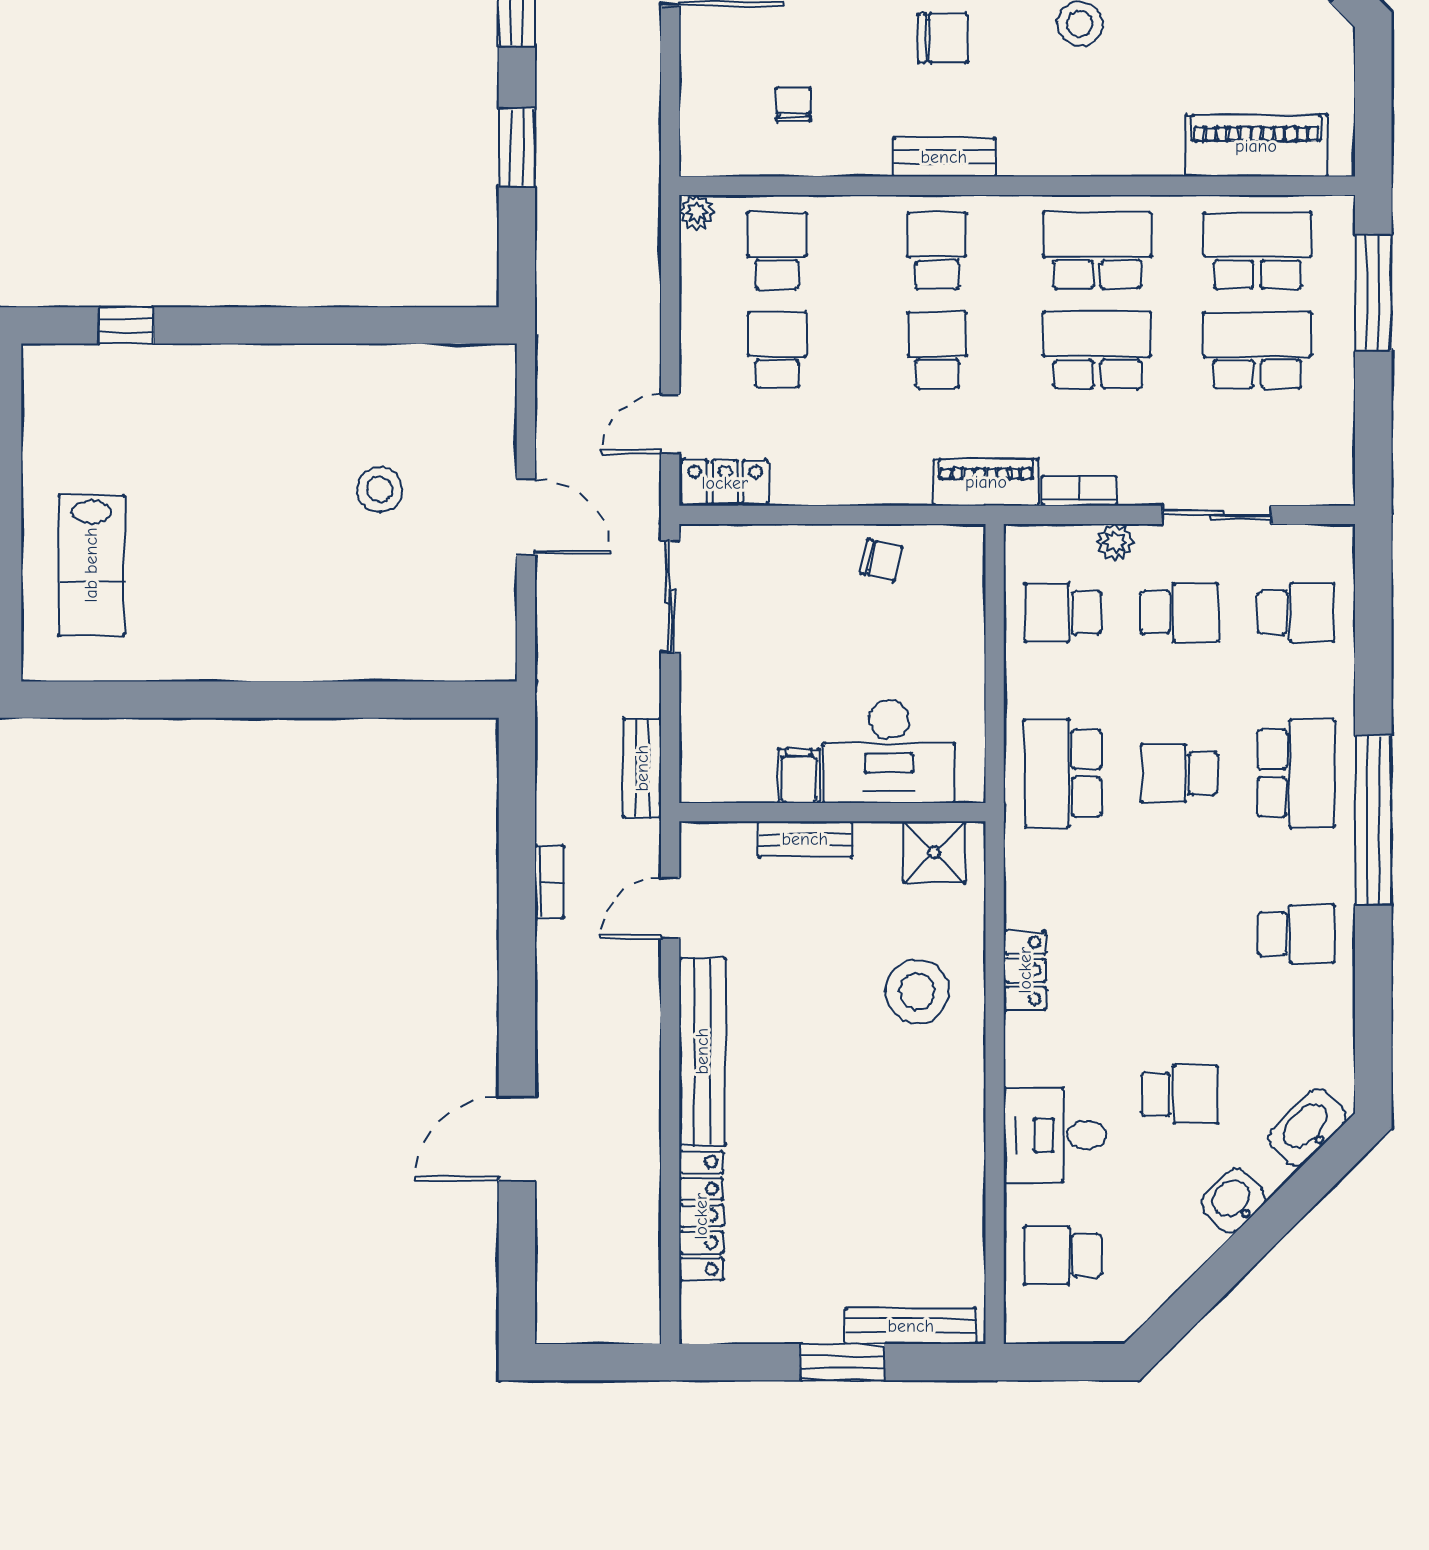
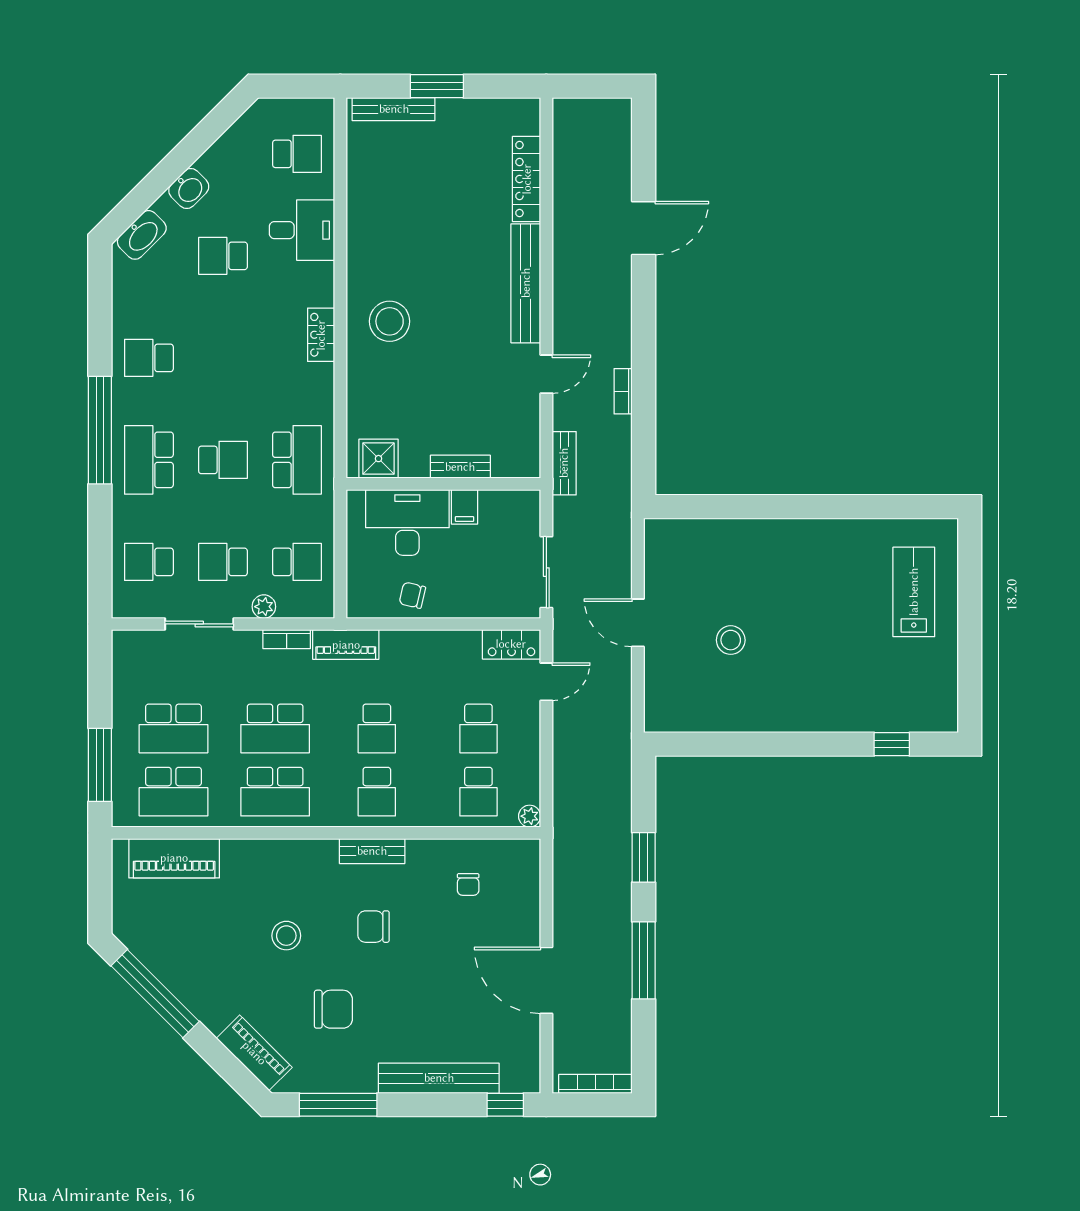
desk: (889, 751) -> (407, 522), moved
filing cabinet: (799, 776) -> (465, 507), moved
wall: (832, 812) -> (443, 484), moved
bench: (805, 839) -> (460, 467), moved
shower: (934, 852) -> (378, 459), moved

